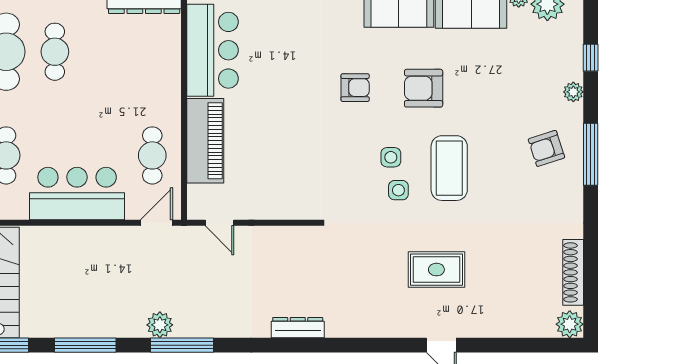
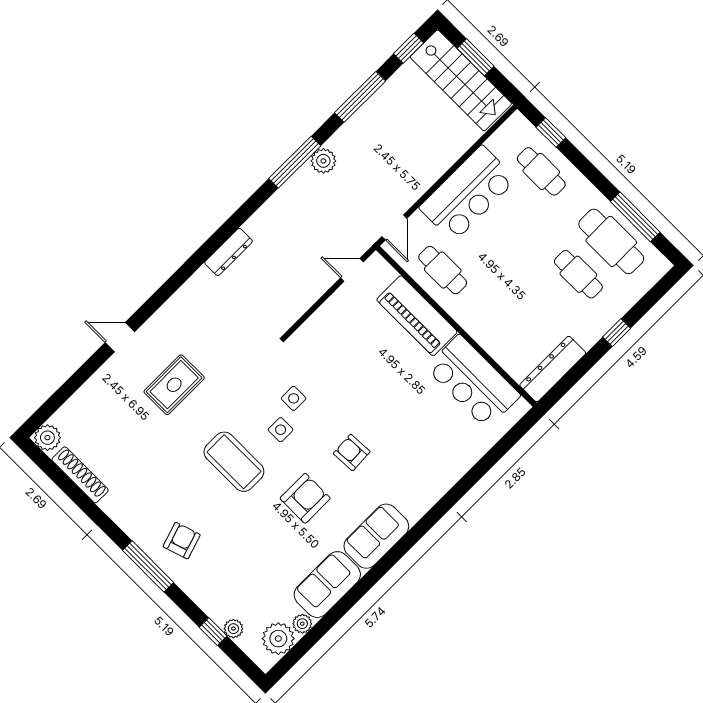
armchair: (355, 88) -> (352, 453), turned 87
plant: (573, 92) -> (233, 629), moved
side table: (398, 190) -> (294, 398), moved

